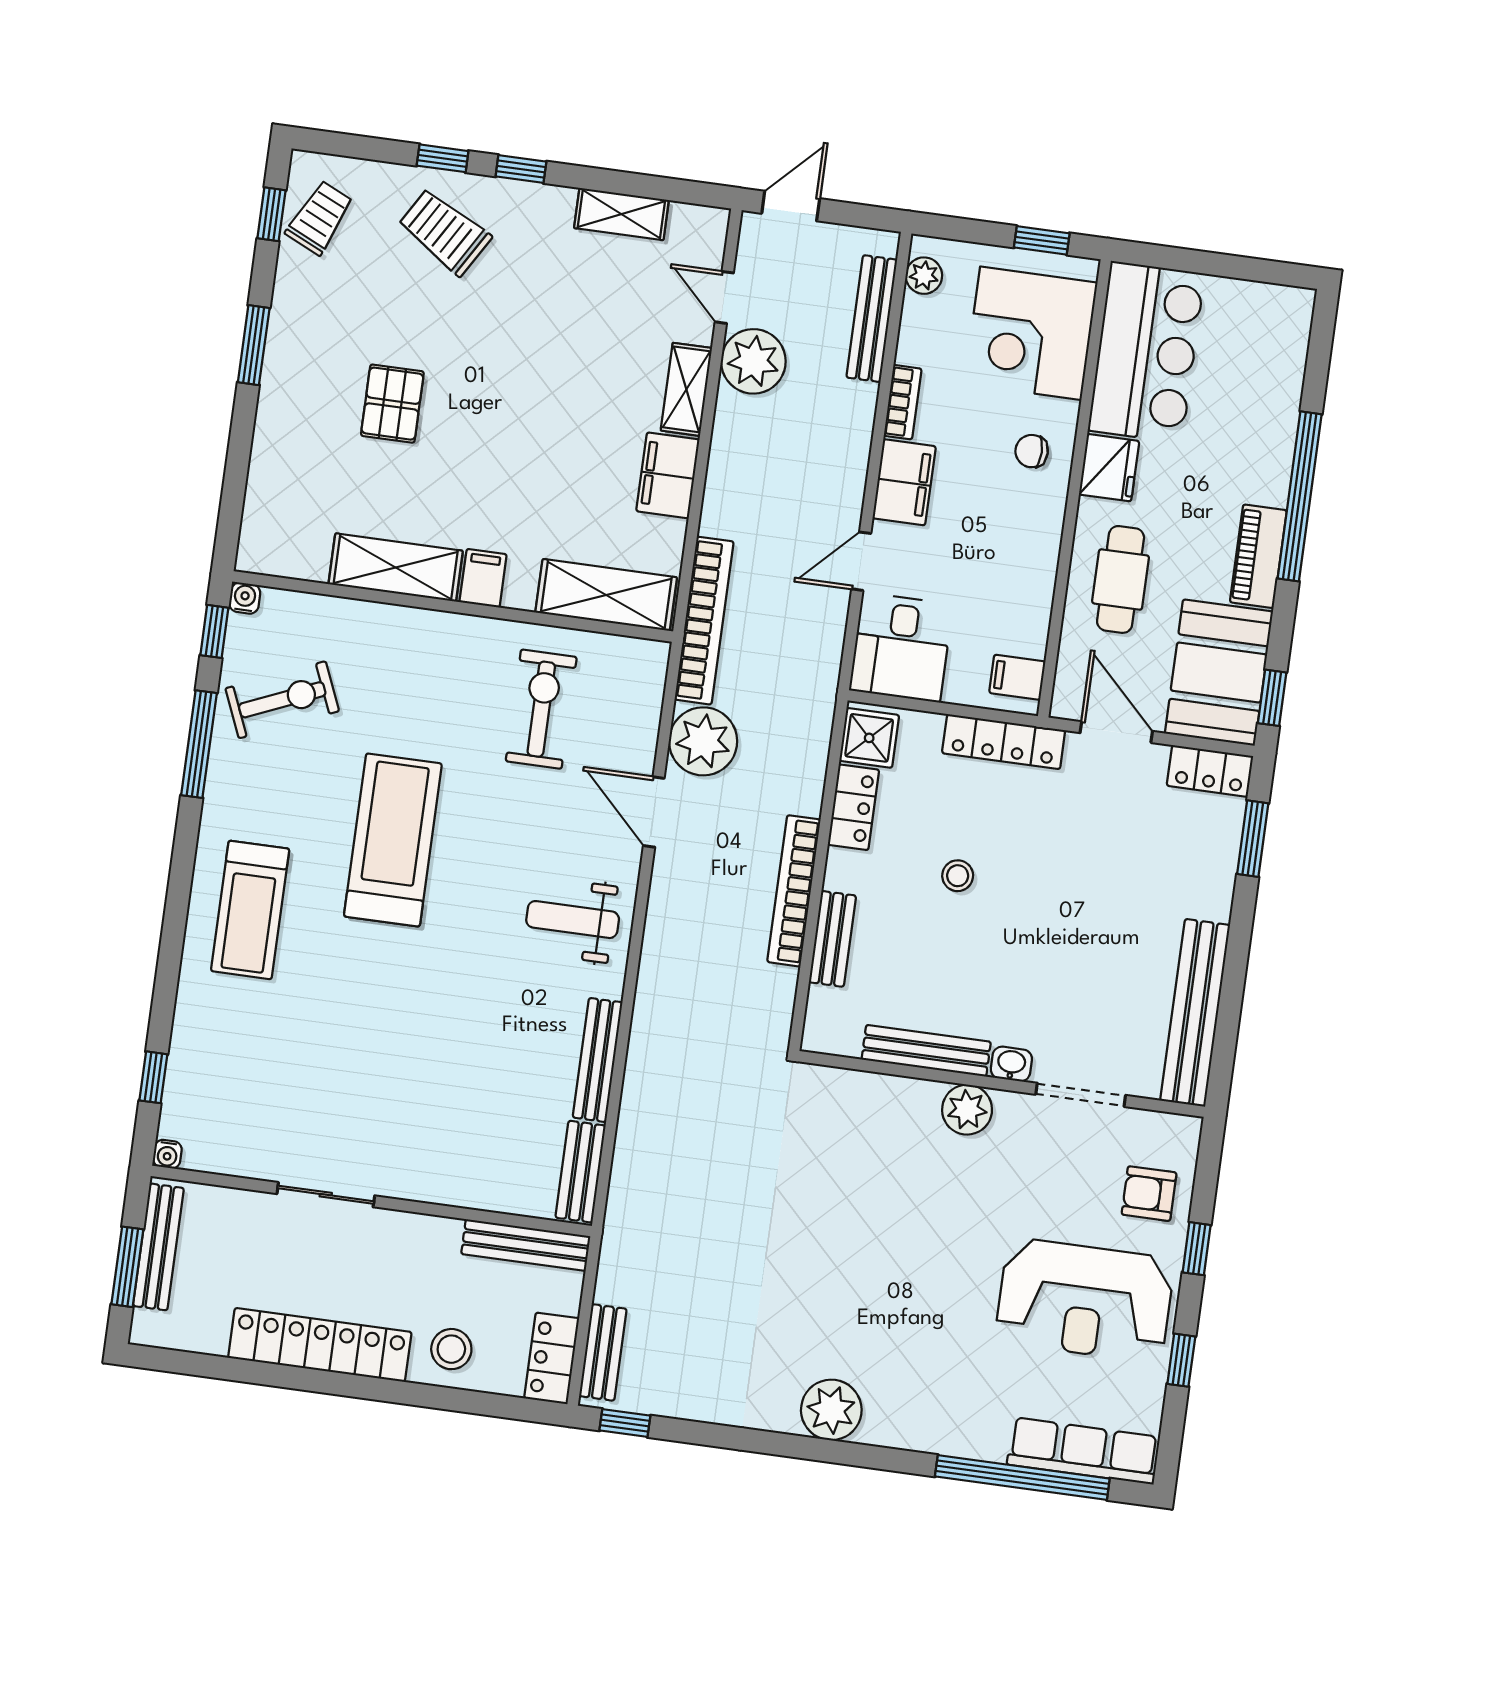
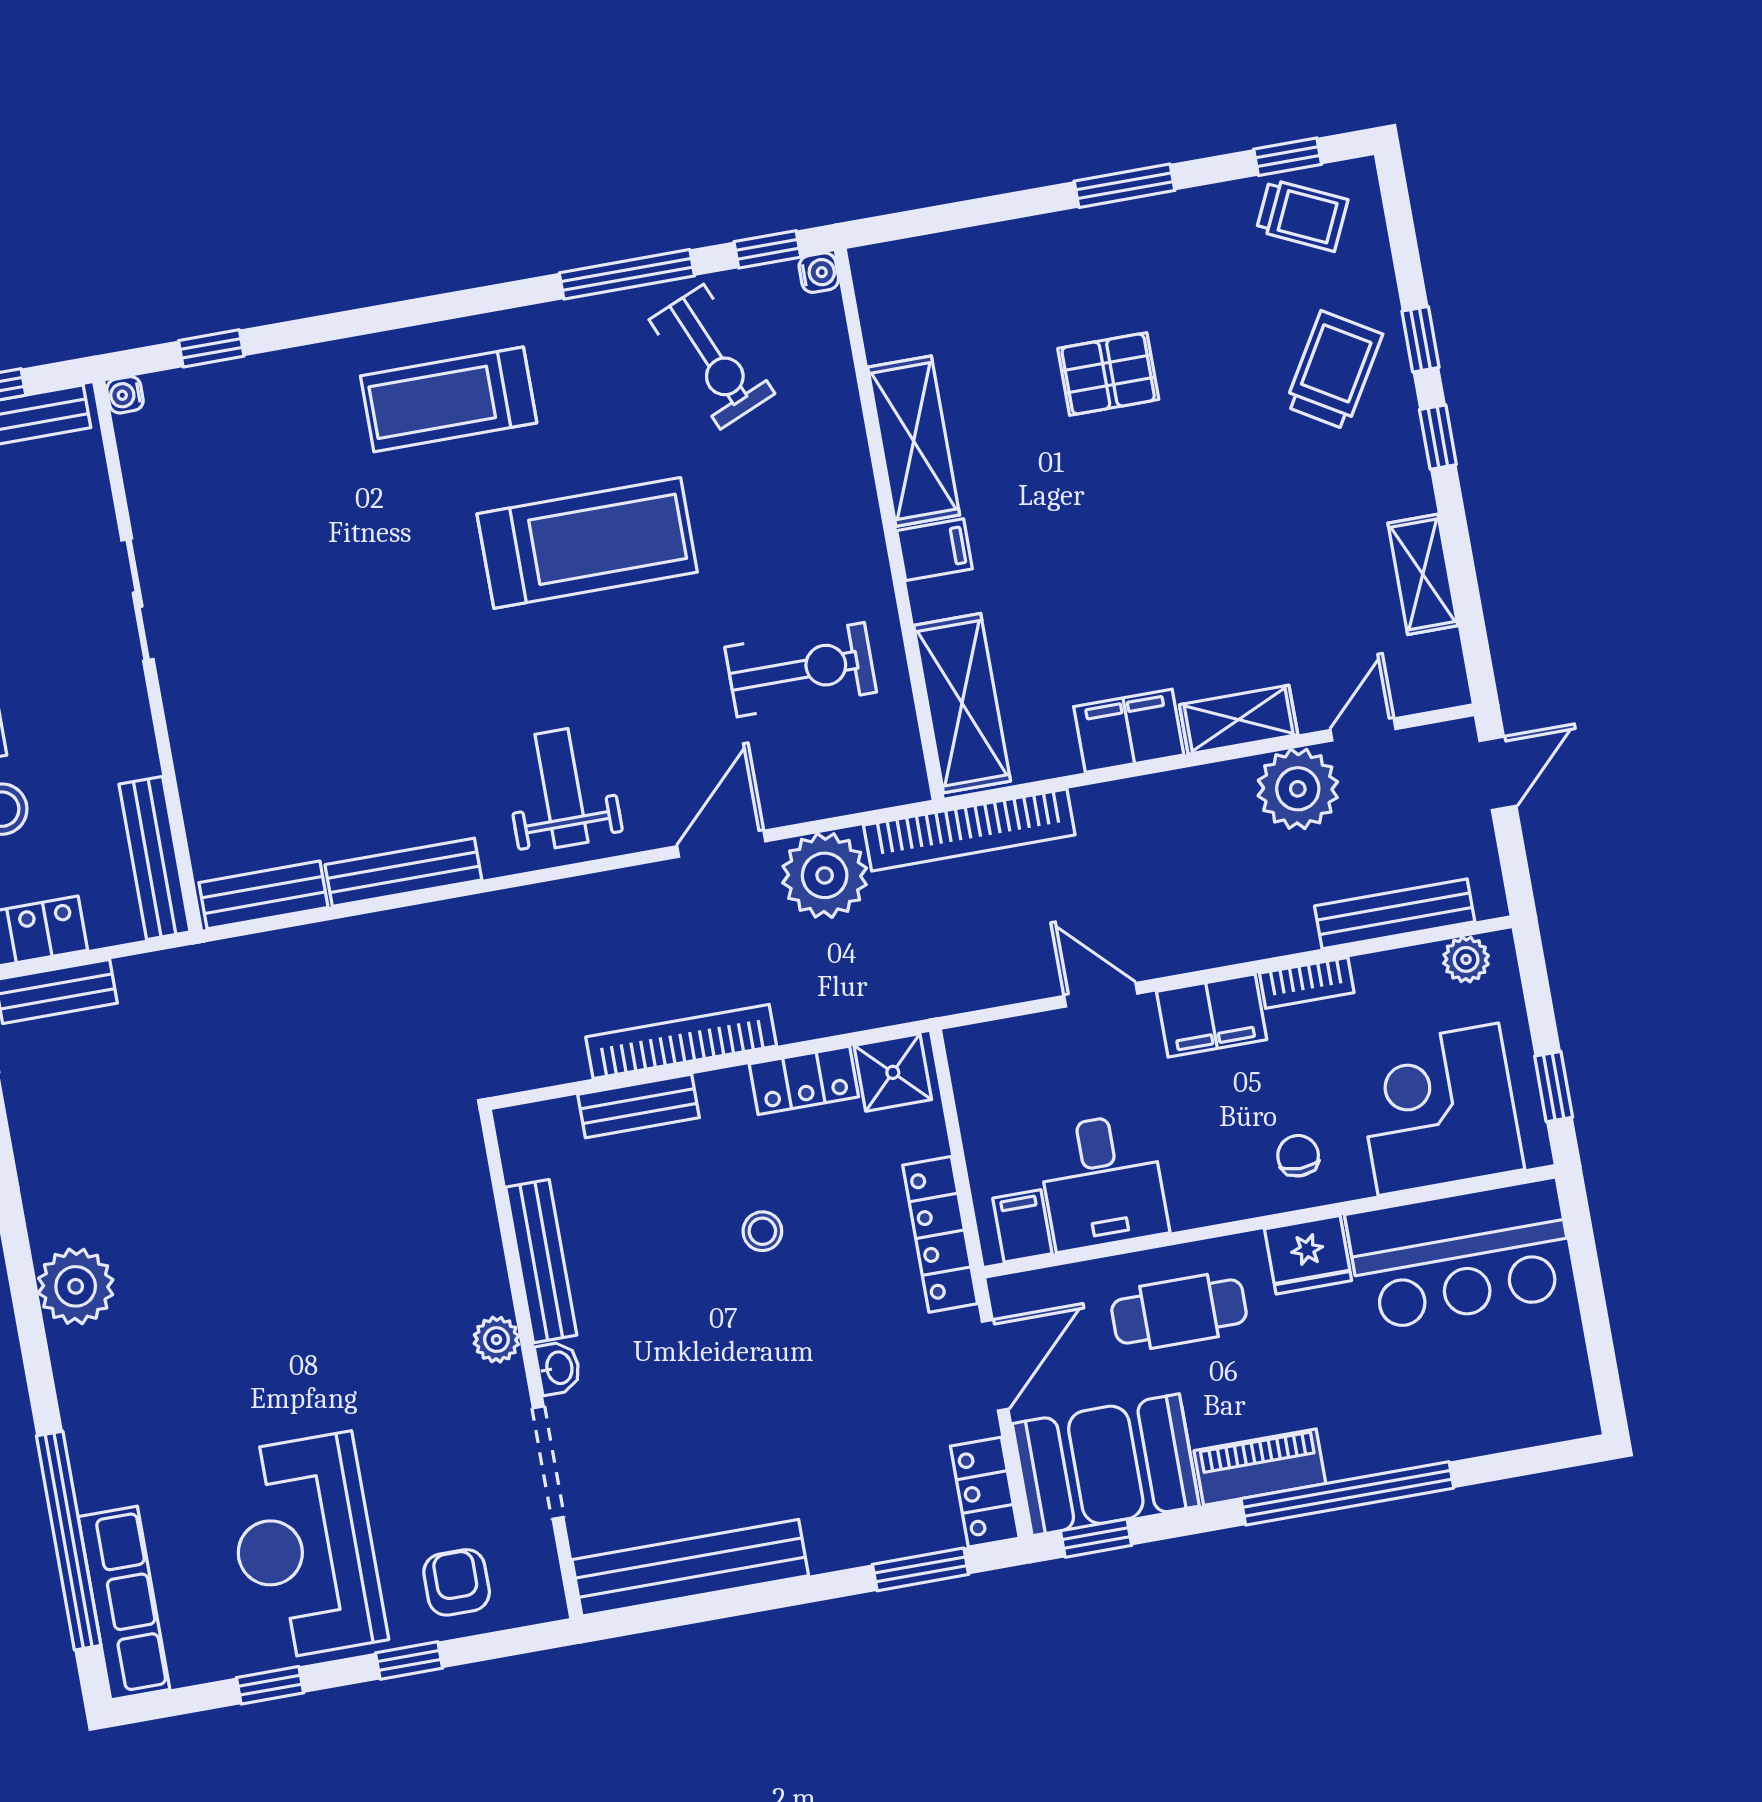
door: (791, 206) -> (1498, 773), hinge flipped
desk: (901, 647) -> (1102, 1181), moved, turned -90
plant: (967, 1110) -> (496, 1340), width x0.73, depth x0.73

